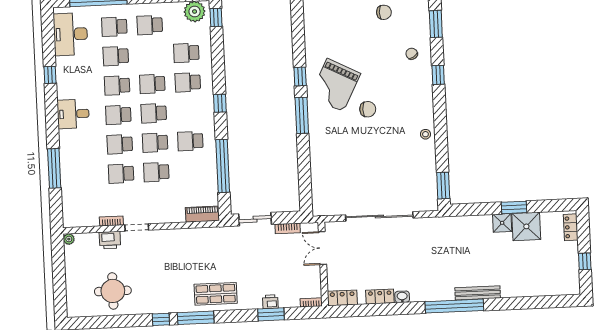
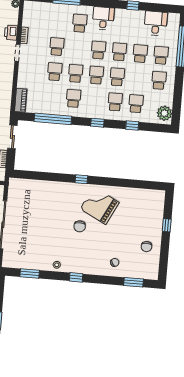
window: (216, 18) -> (132, 126), moved
desk: (70, 34) -> (156, 23), width x0.73
window: (438, 75) -> (76, 277), moved
window: (300, 77) -> (109, 182), removed
window: (302, 115) -> (81, 179), width x0.46
school desk: (120, 144) -> (80, 23), moved
window: (443, 186) -> (30, 273), moved

